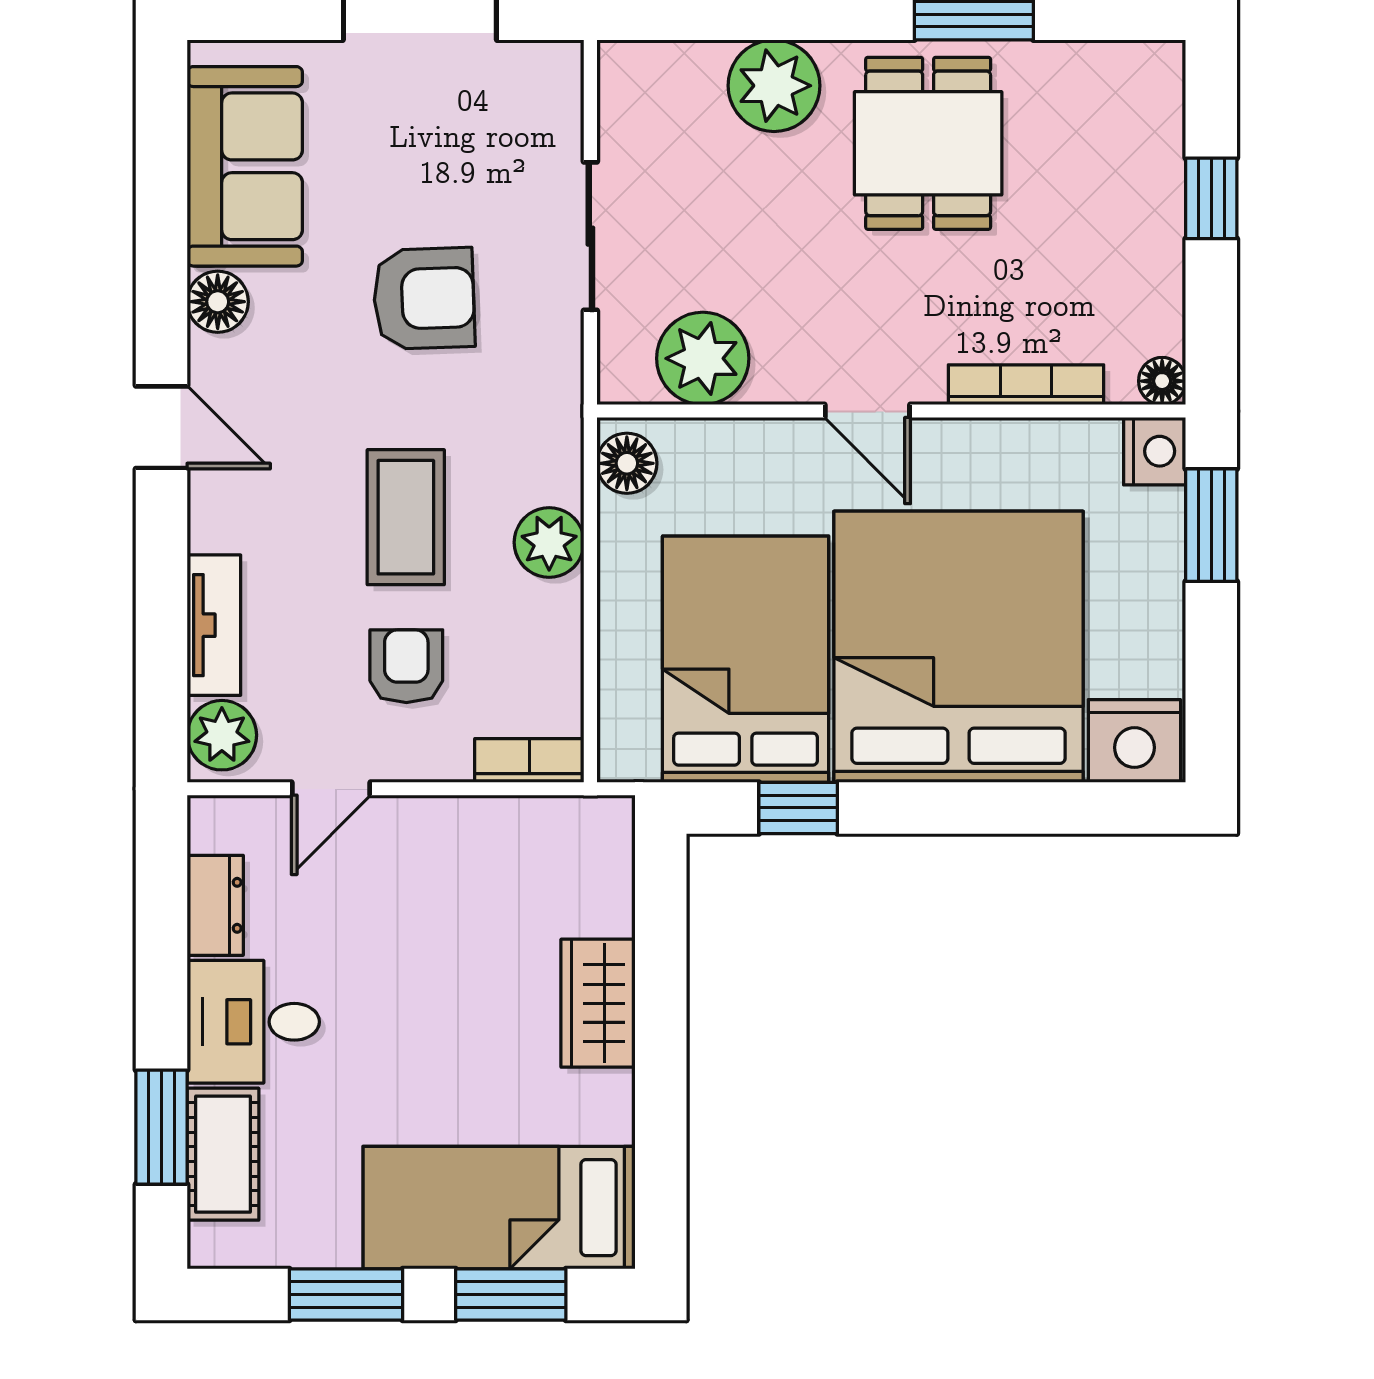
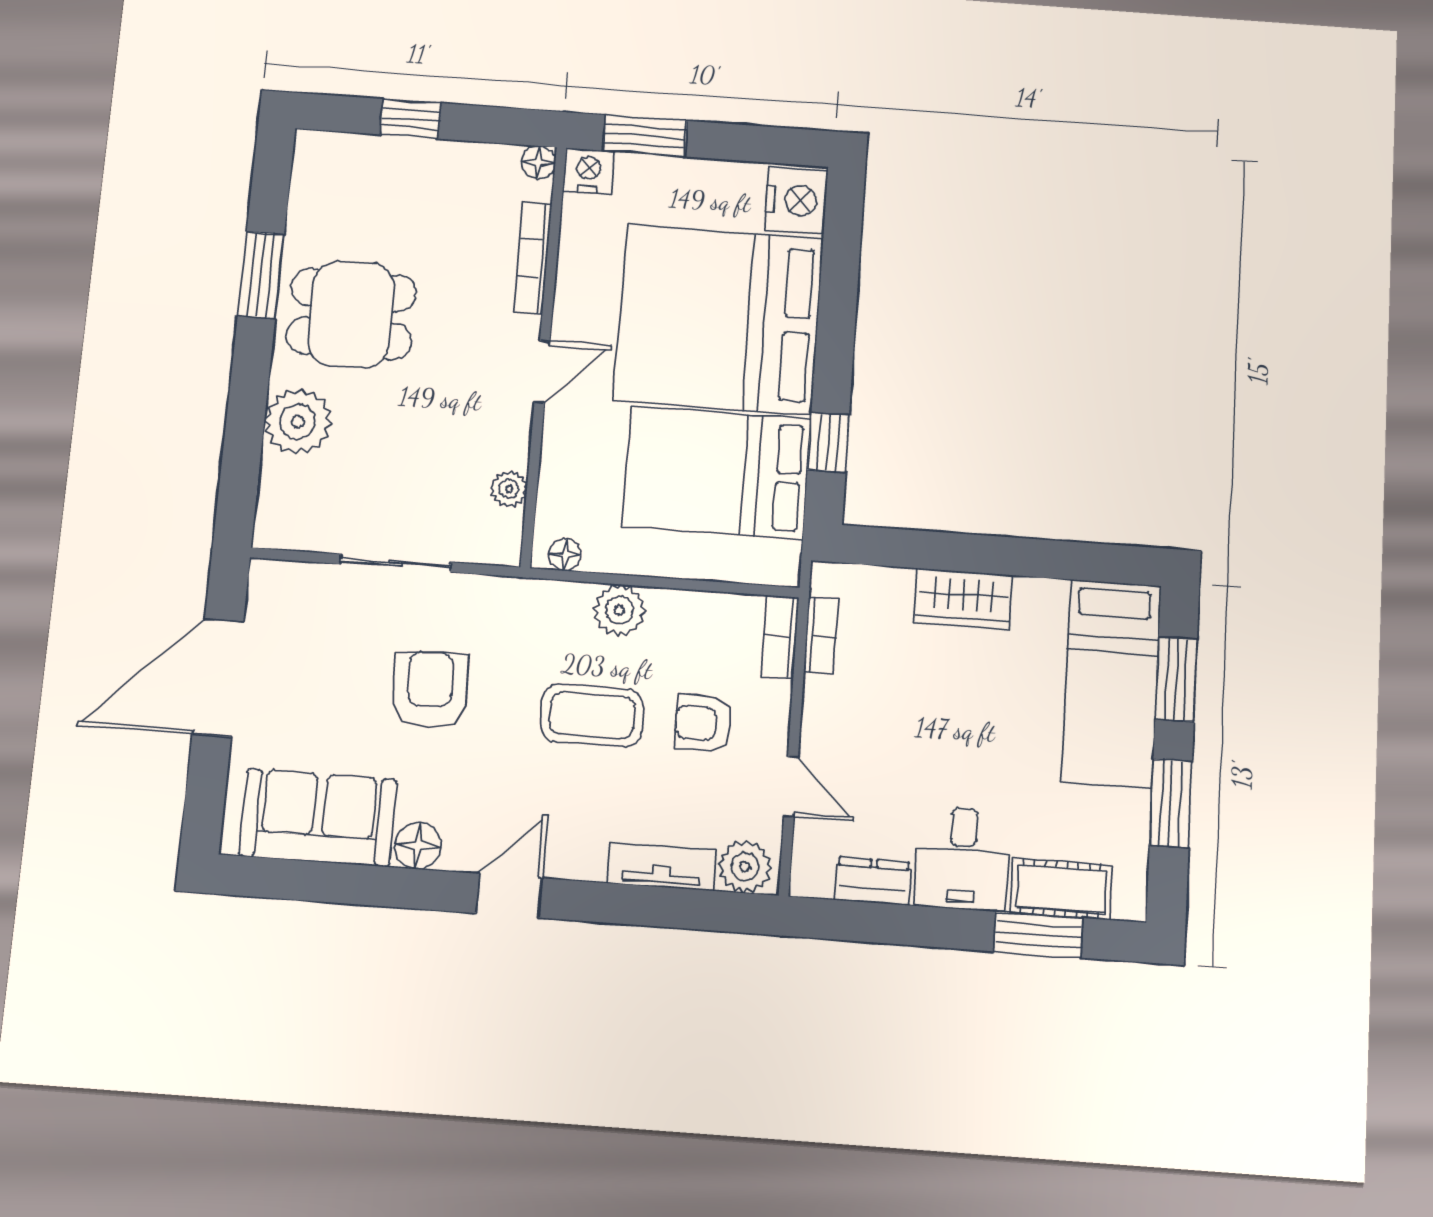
plant: (703, 358) -> (509, 489), width x0.53, depth x0.53
floor lamp: (627, 463) -> (565, 555), width x0.73, depth x0.73
bookcase: (535, 815) -> (821, 636), added

